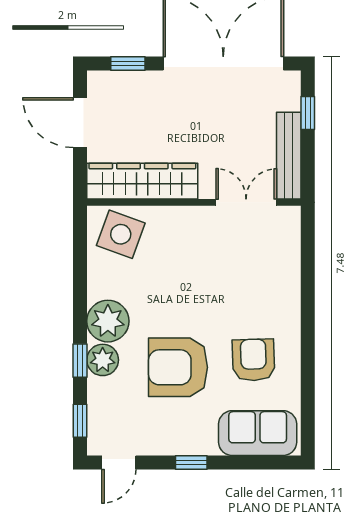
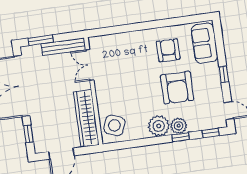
window: (308, 113) -> (41, 40), width x1.50
armchair: (253, 360) -> (168, 50), turned 92

